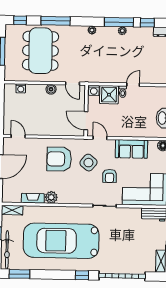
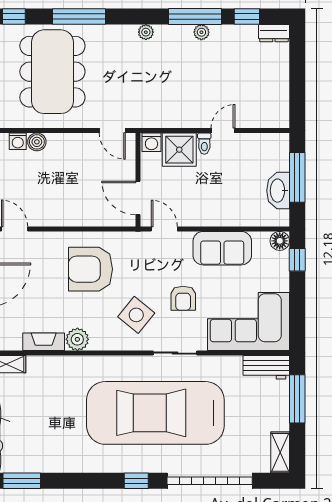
boiler: (51, 89) -> (37, 142), moved
side table: (88, 163) -> (136, 315), moved
car: (61, 241) -> (155, 413), moved

